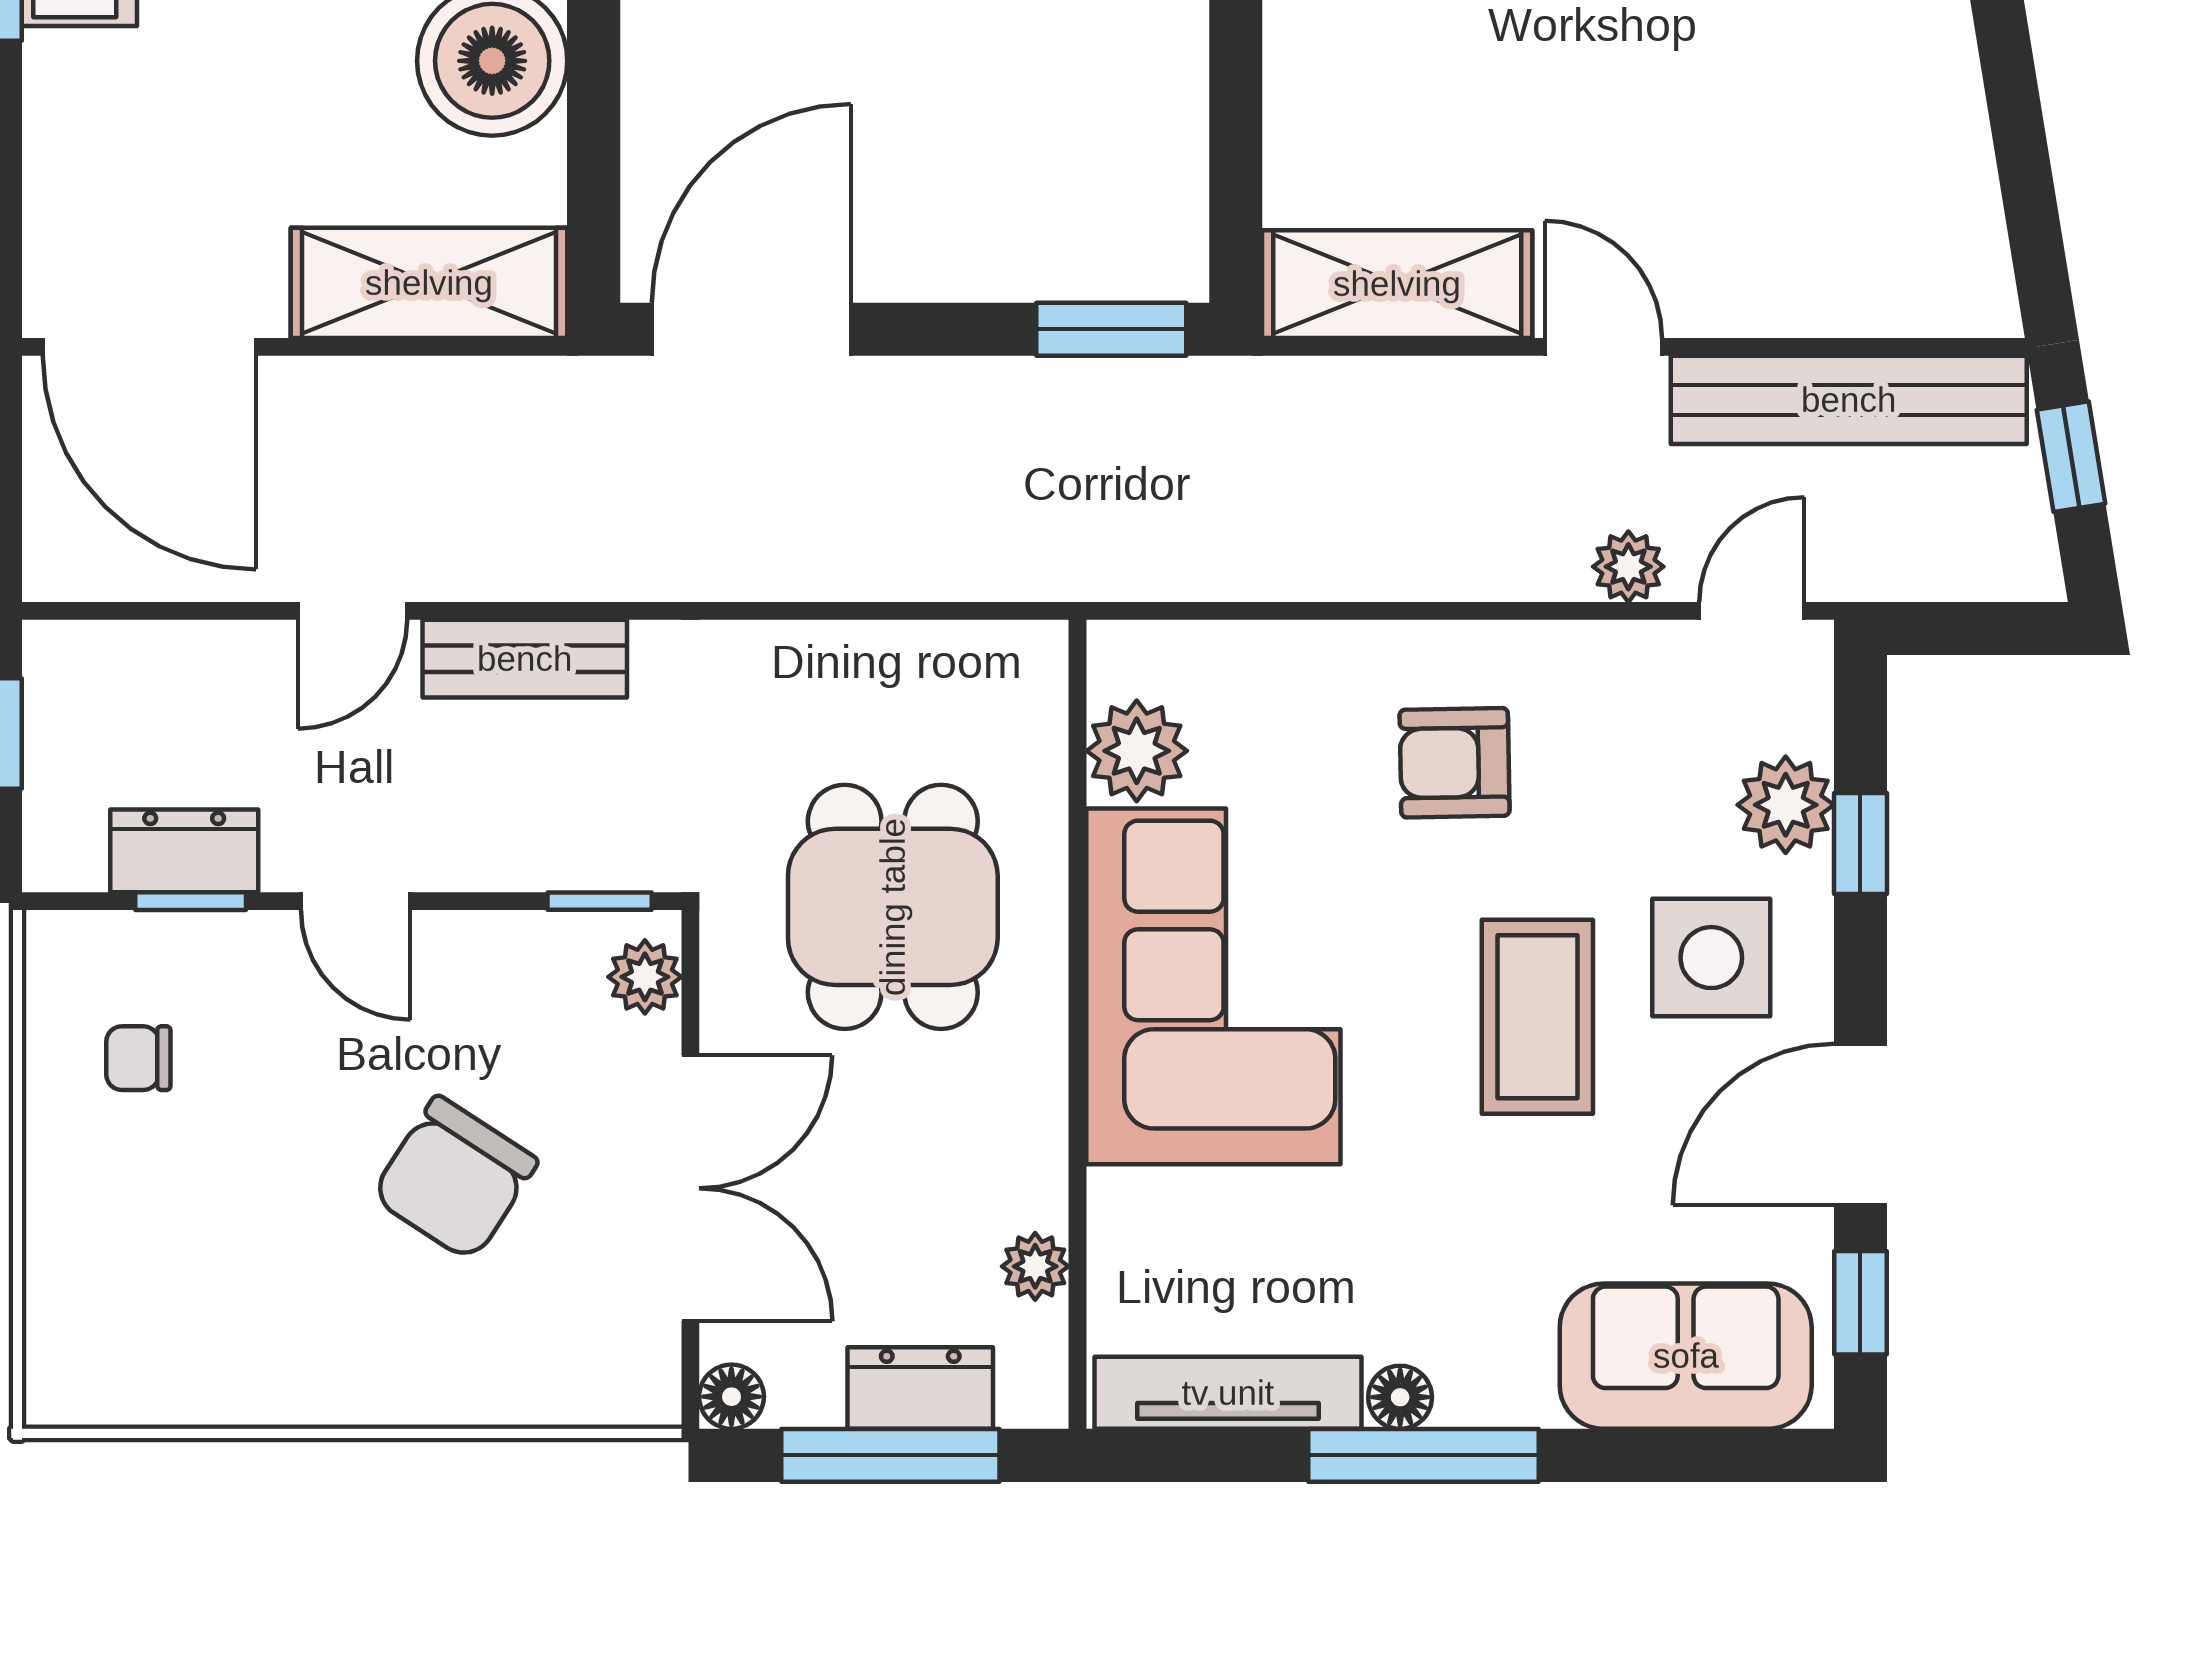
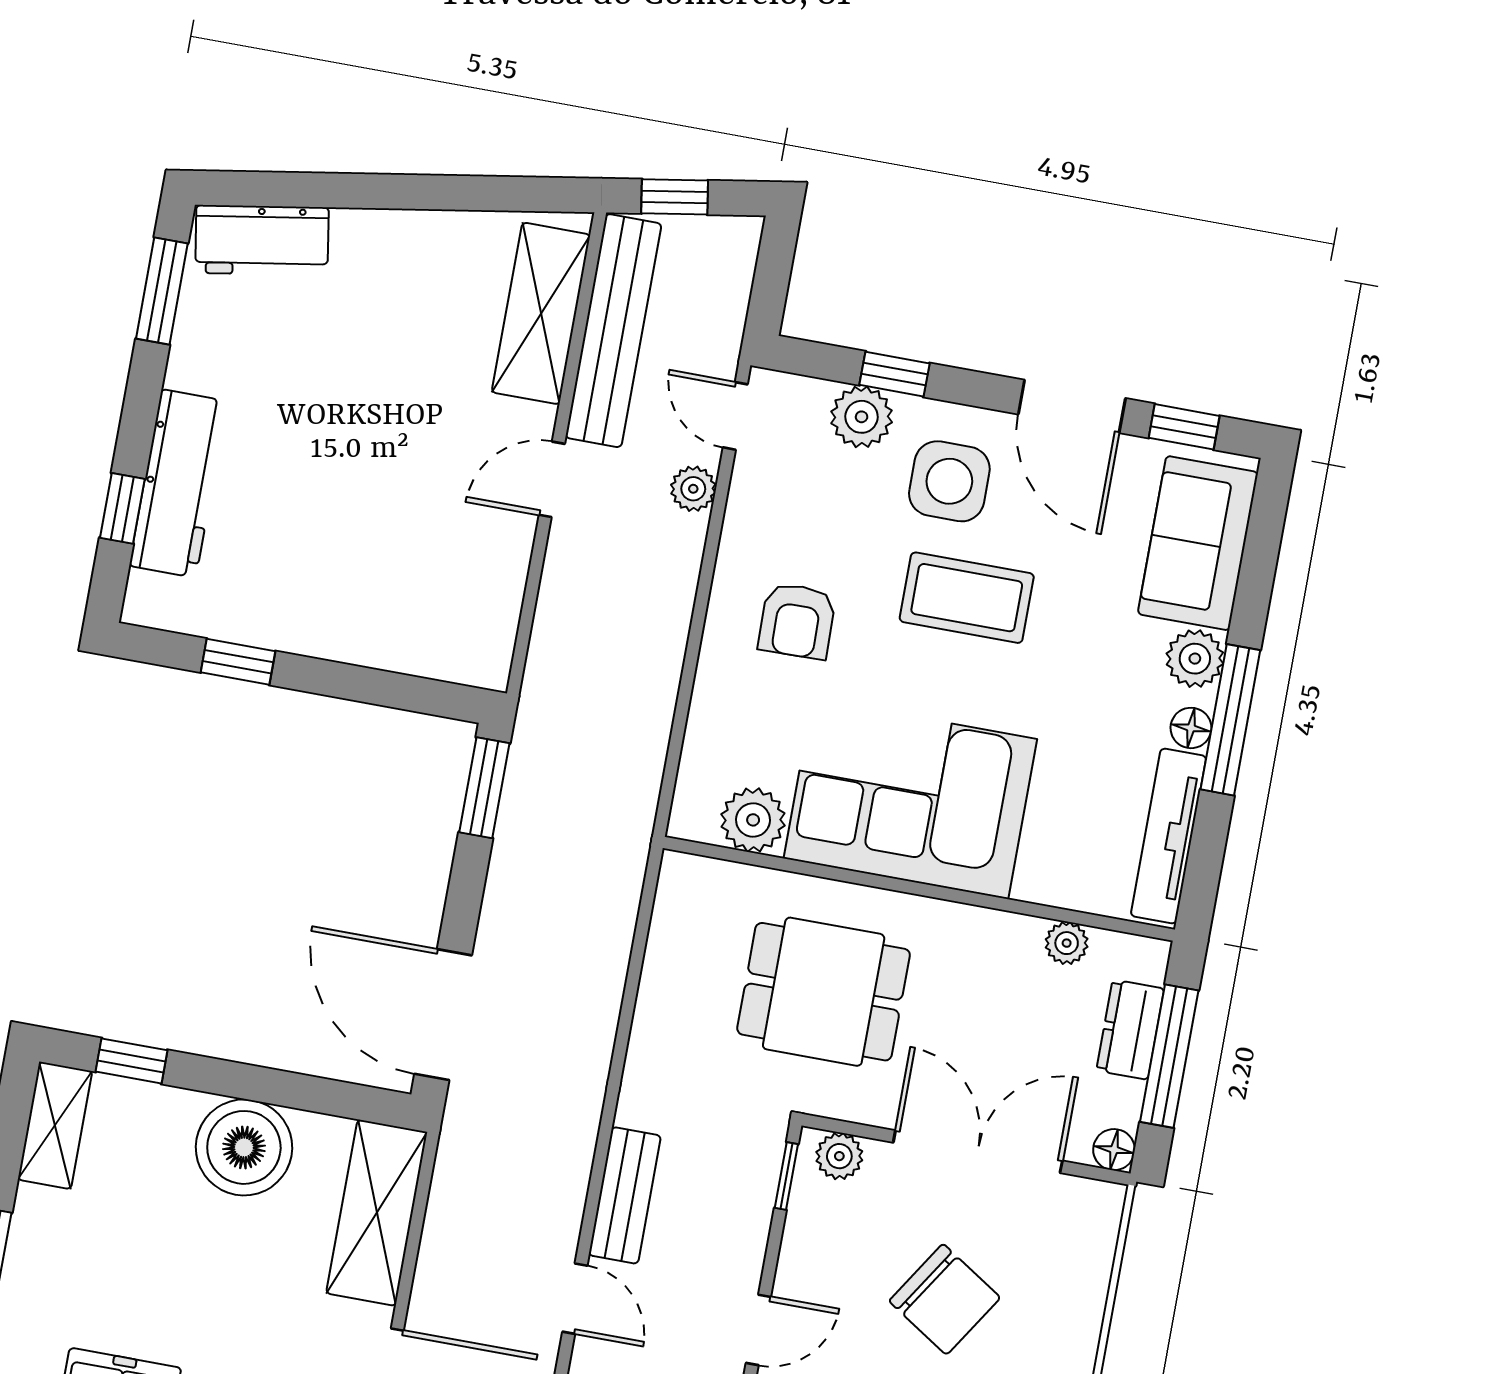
shelving: (1397, 284) -> (541, 313), moved
plant: (1508, 1384) -> (1195, 659), added

